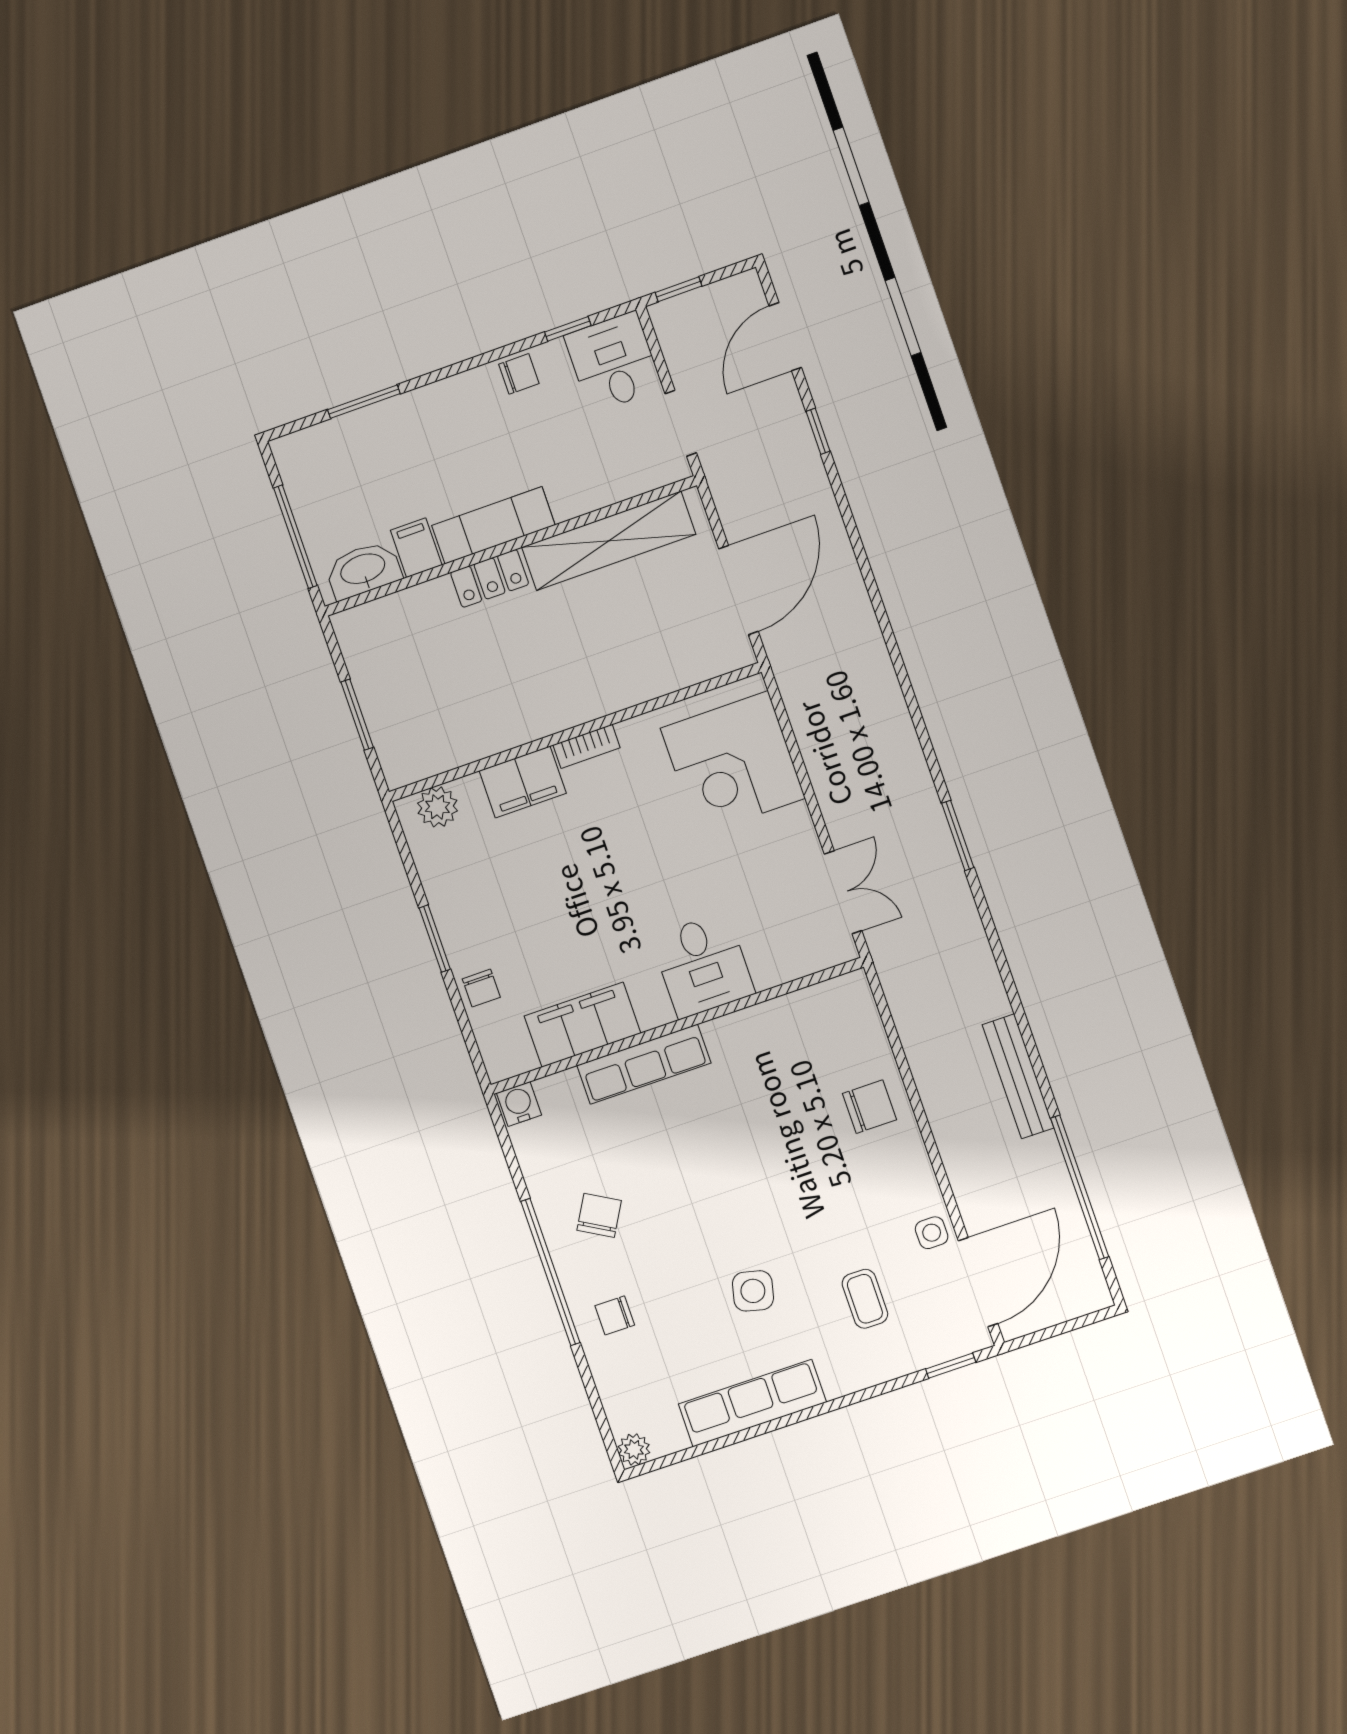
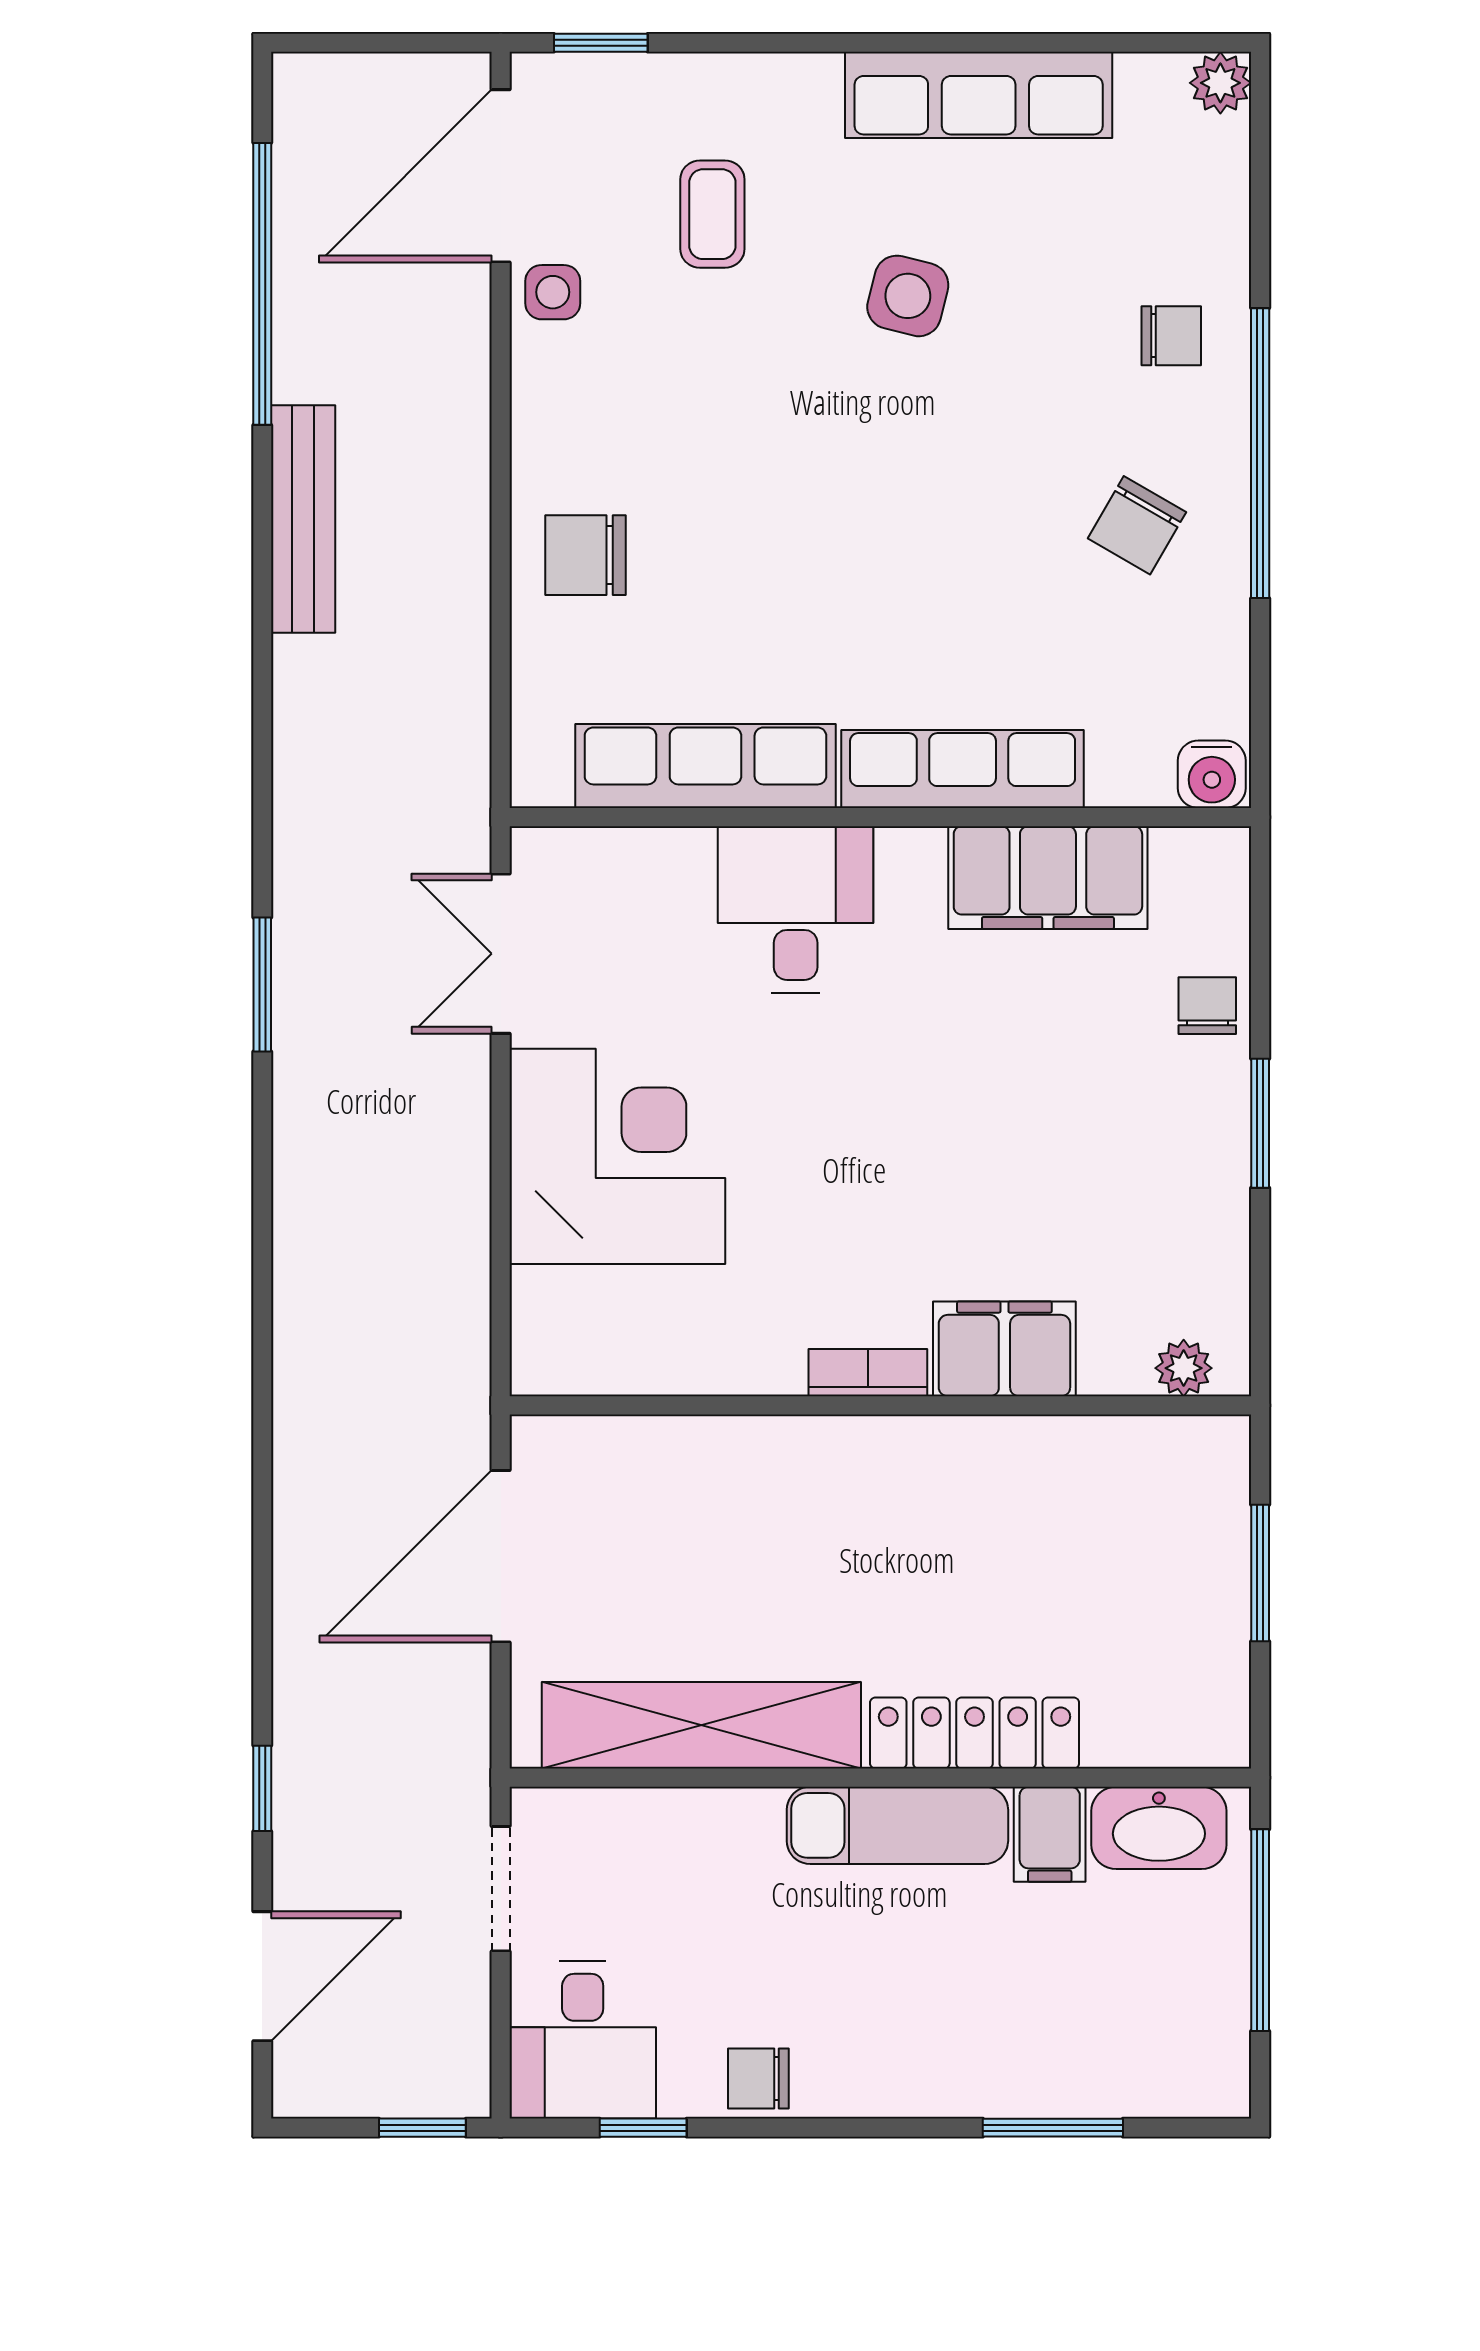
locker: (490, 578) -> (975, 1733), width x1.53
corner desk: (733, 763) -> (617, 1156), moved
plant: (438, 807) -> (1184, 1368), width x0.73, depth x0.73
row of seats: (773, 1022) -> (705, 766), added

